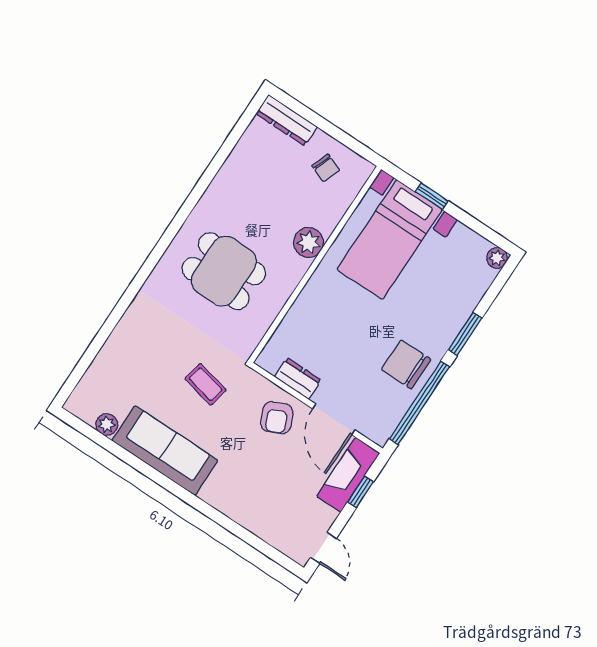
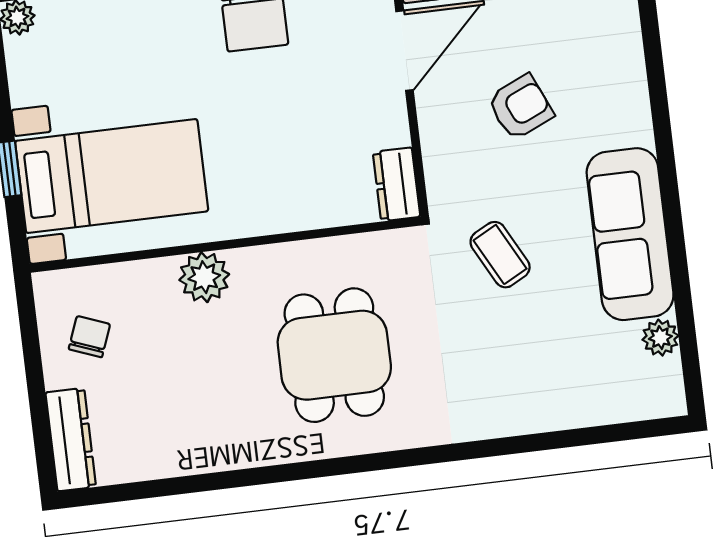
dresser: (298, 378) -> (397, 184), moved
coffee table: (205, 384) -> (500, 255), turned -40
armchair: (277, 418) -> (520, 107), moved

